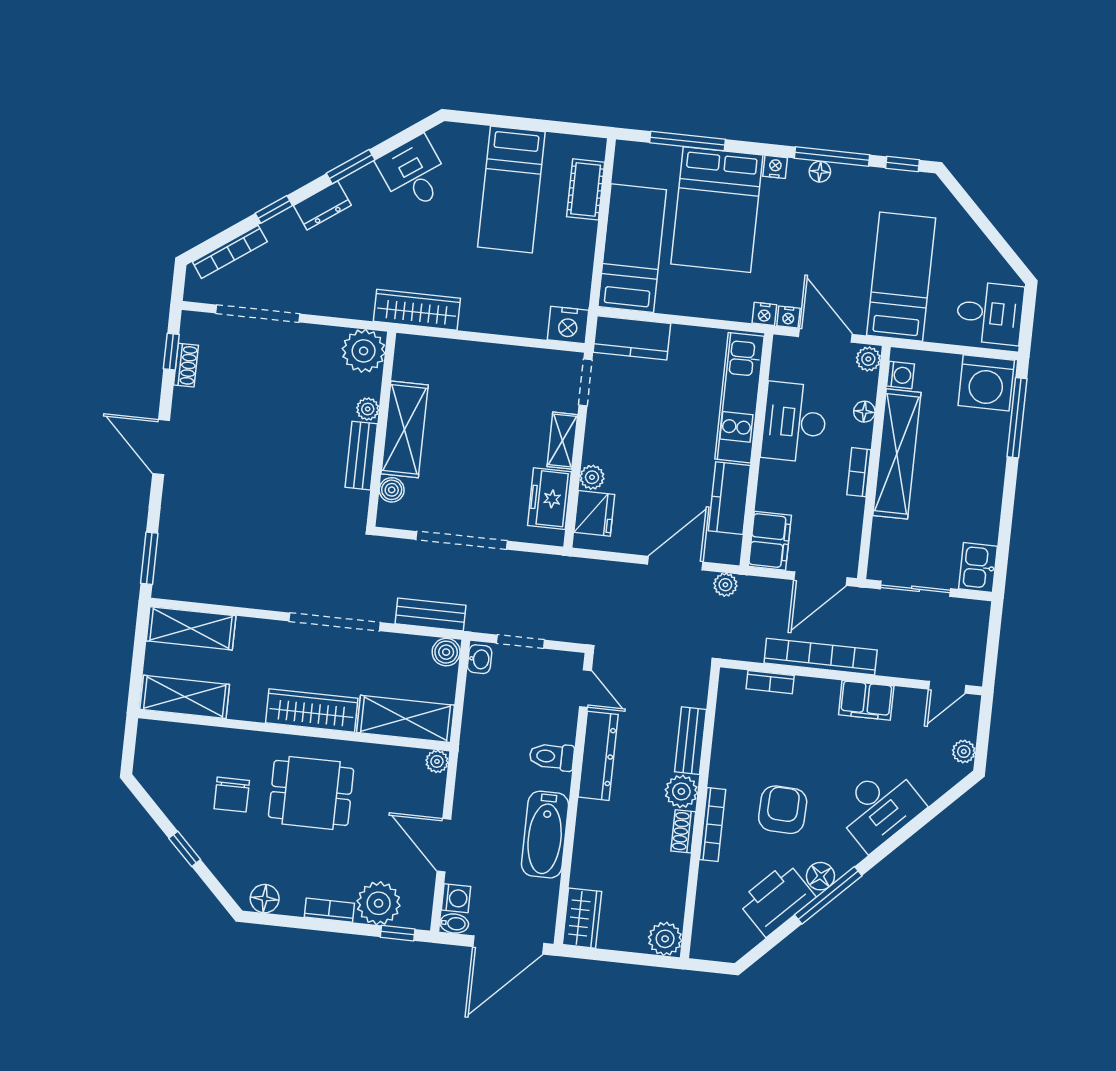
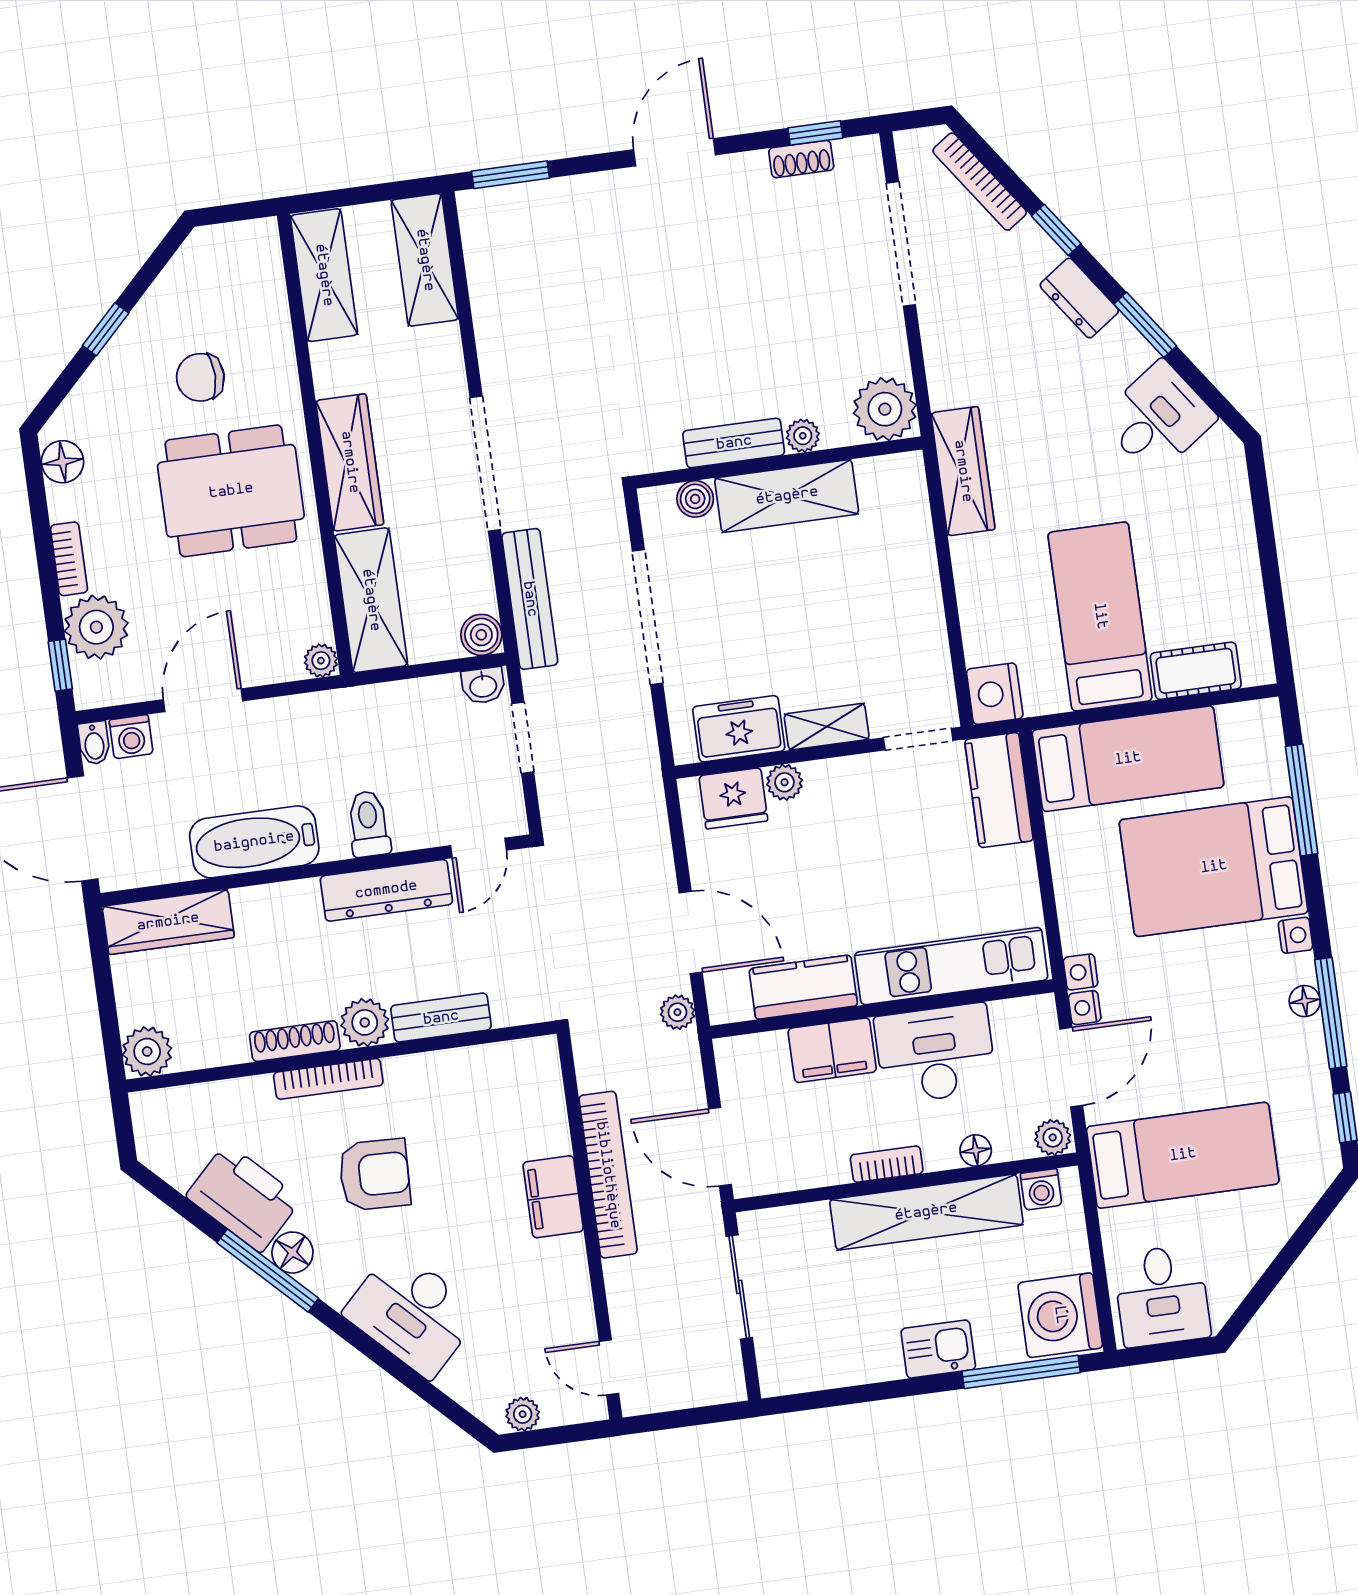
bed: (511, 189) -> (1100, 616), moved, turned 90
filing cabinet: (770, 541) -> (832, 1050), moved
kitchen sink: (978, 567) -> (938, 1349), moved
bench: (430, 614) -> (530, 599), width x1.36
bookcase: (770, 682) -> (553, 1111), removed
filing cabinet: (866, 700) -> (553, 1197), moved
dining table: (311, 793) -> (231, 491), width x1.38
shoe rack: (683, 831) -> (295, 1041), width x1.43
wardrobe: (582, 918) -> (168, 922), width x1.50

